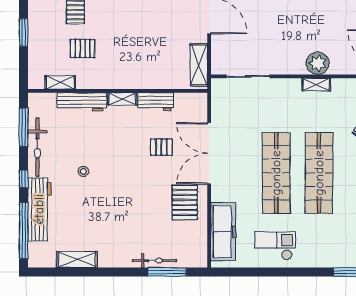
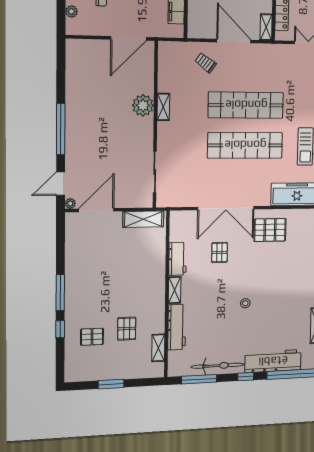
stool: (83, 171) -> (245, 303), moved

